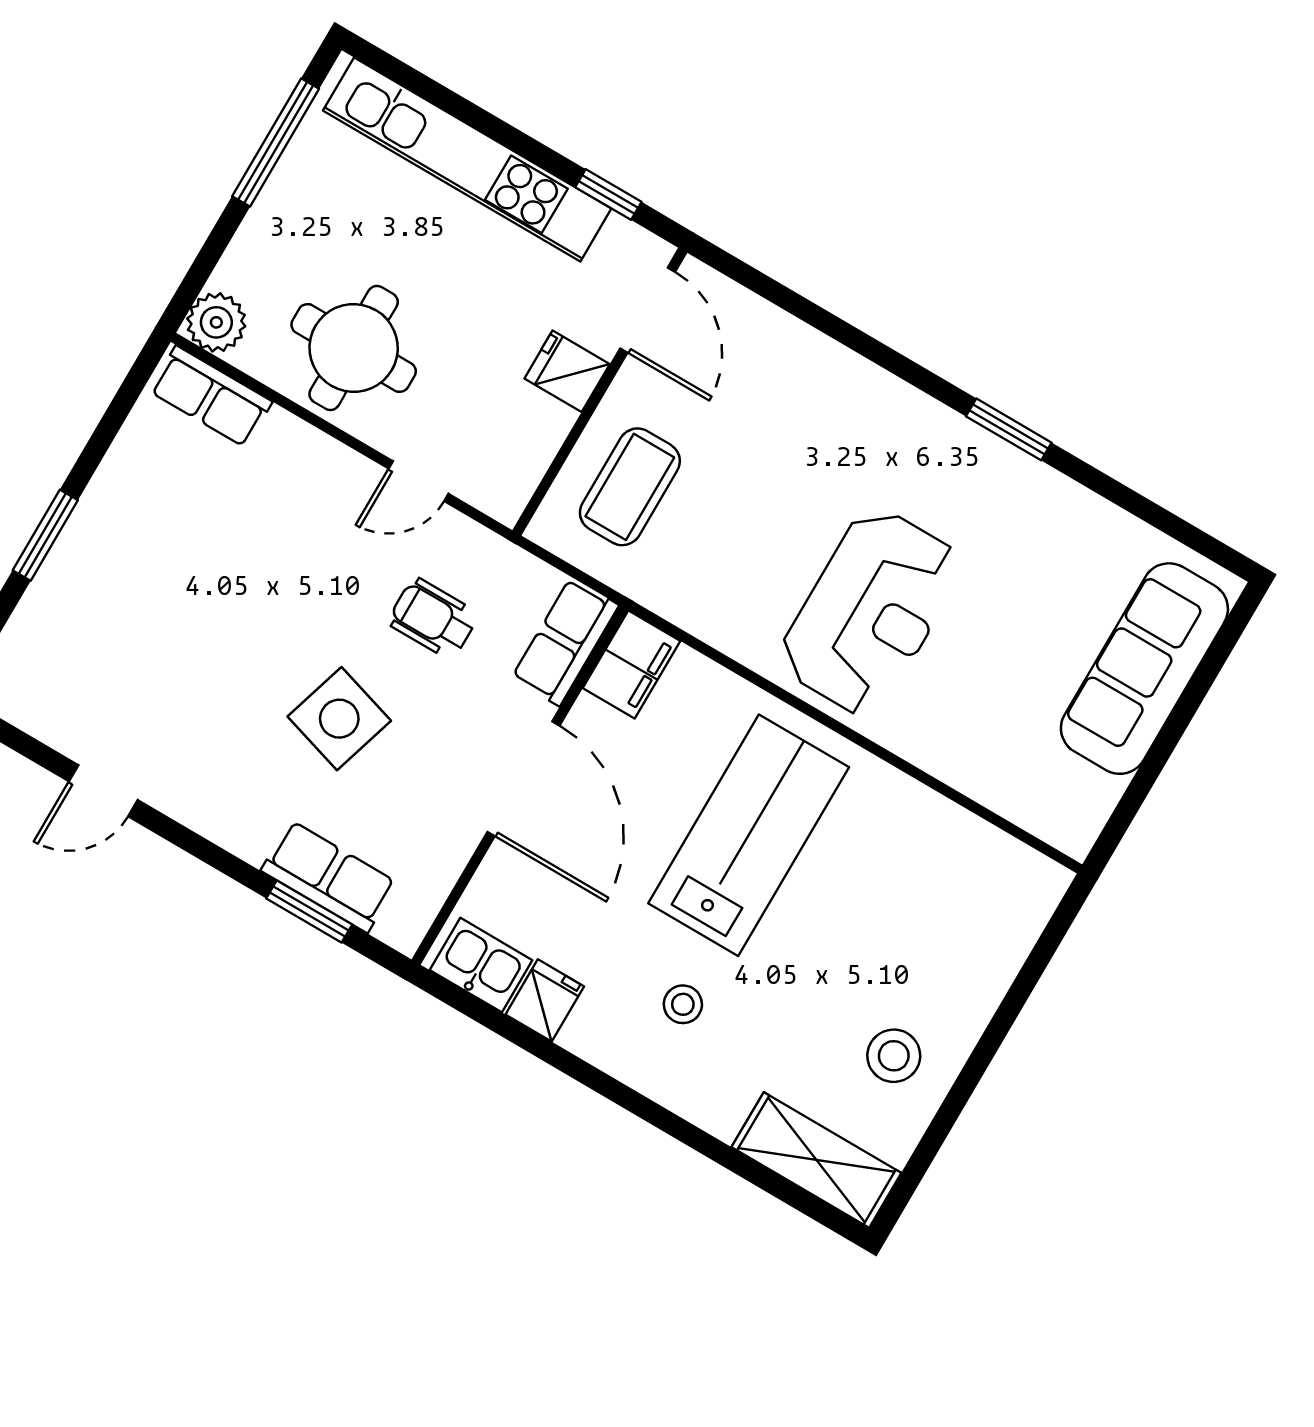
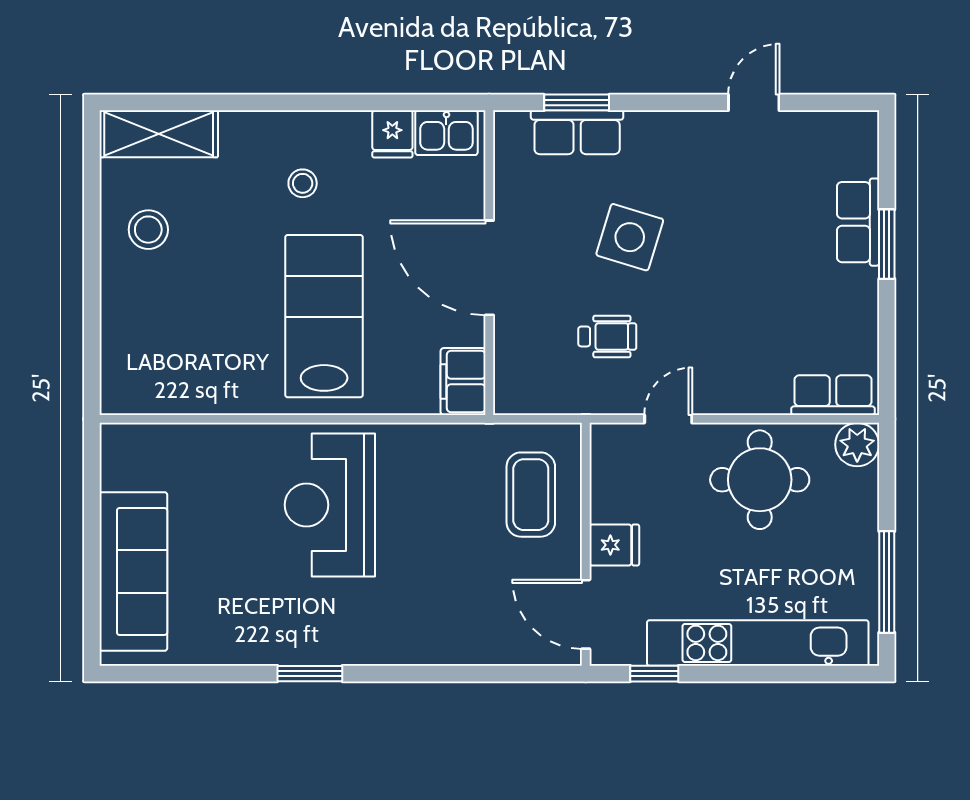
row of seats: (565, 642) -> (858, 222), moved, turned 180
lab bench: (749, 835) -> (324, 316), turned 180

